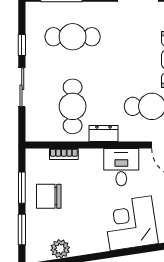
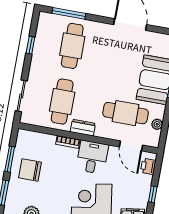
cafe table: (73, 37) -> (72, 46), turned 90
sliding door: (22, 87) -> (21, 96), moved
bookcase: (64, 154) -> (68, 142), moved

